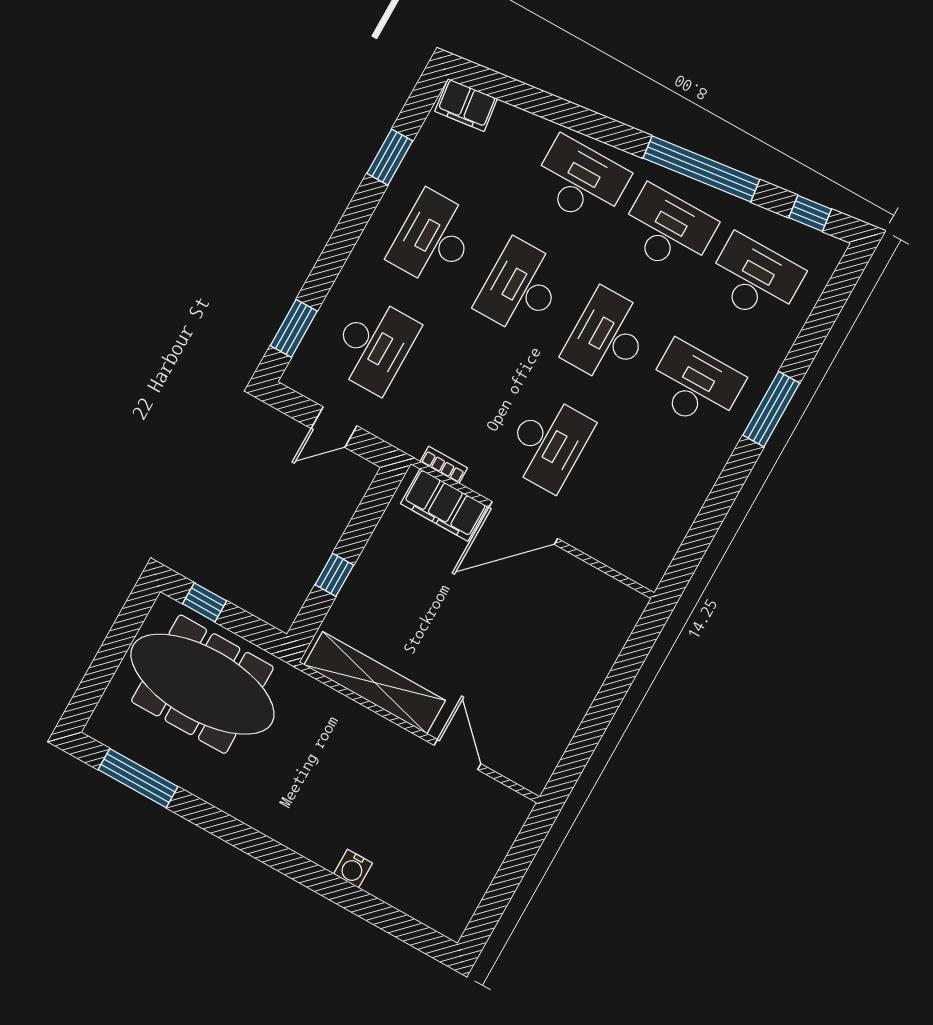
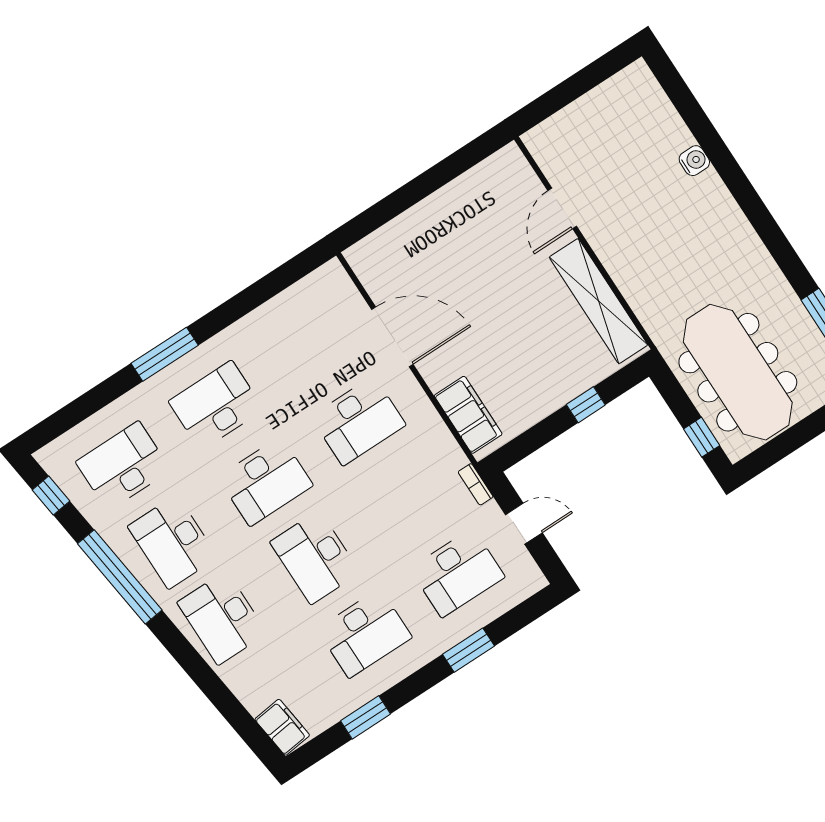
desk: (755, 279) -> (123, 466), turned 90
desk: (521, 288) -> (315, 557), turned 90
window: (294, 328) -> (469, 650), moved
desk: (374, 345) -> (457, 573), turned 180
desk: (695, 386) -> (216, 405), turned 90
desk: (548, 443) -> (358, 421), turned 180
bookcase: (444, 465) -> (476, 484), moved
door: (523, 523) -> (392, 337), moved

